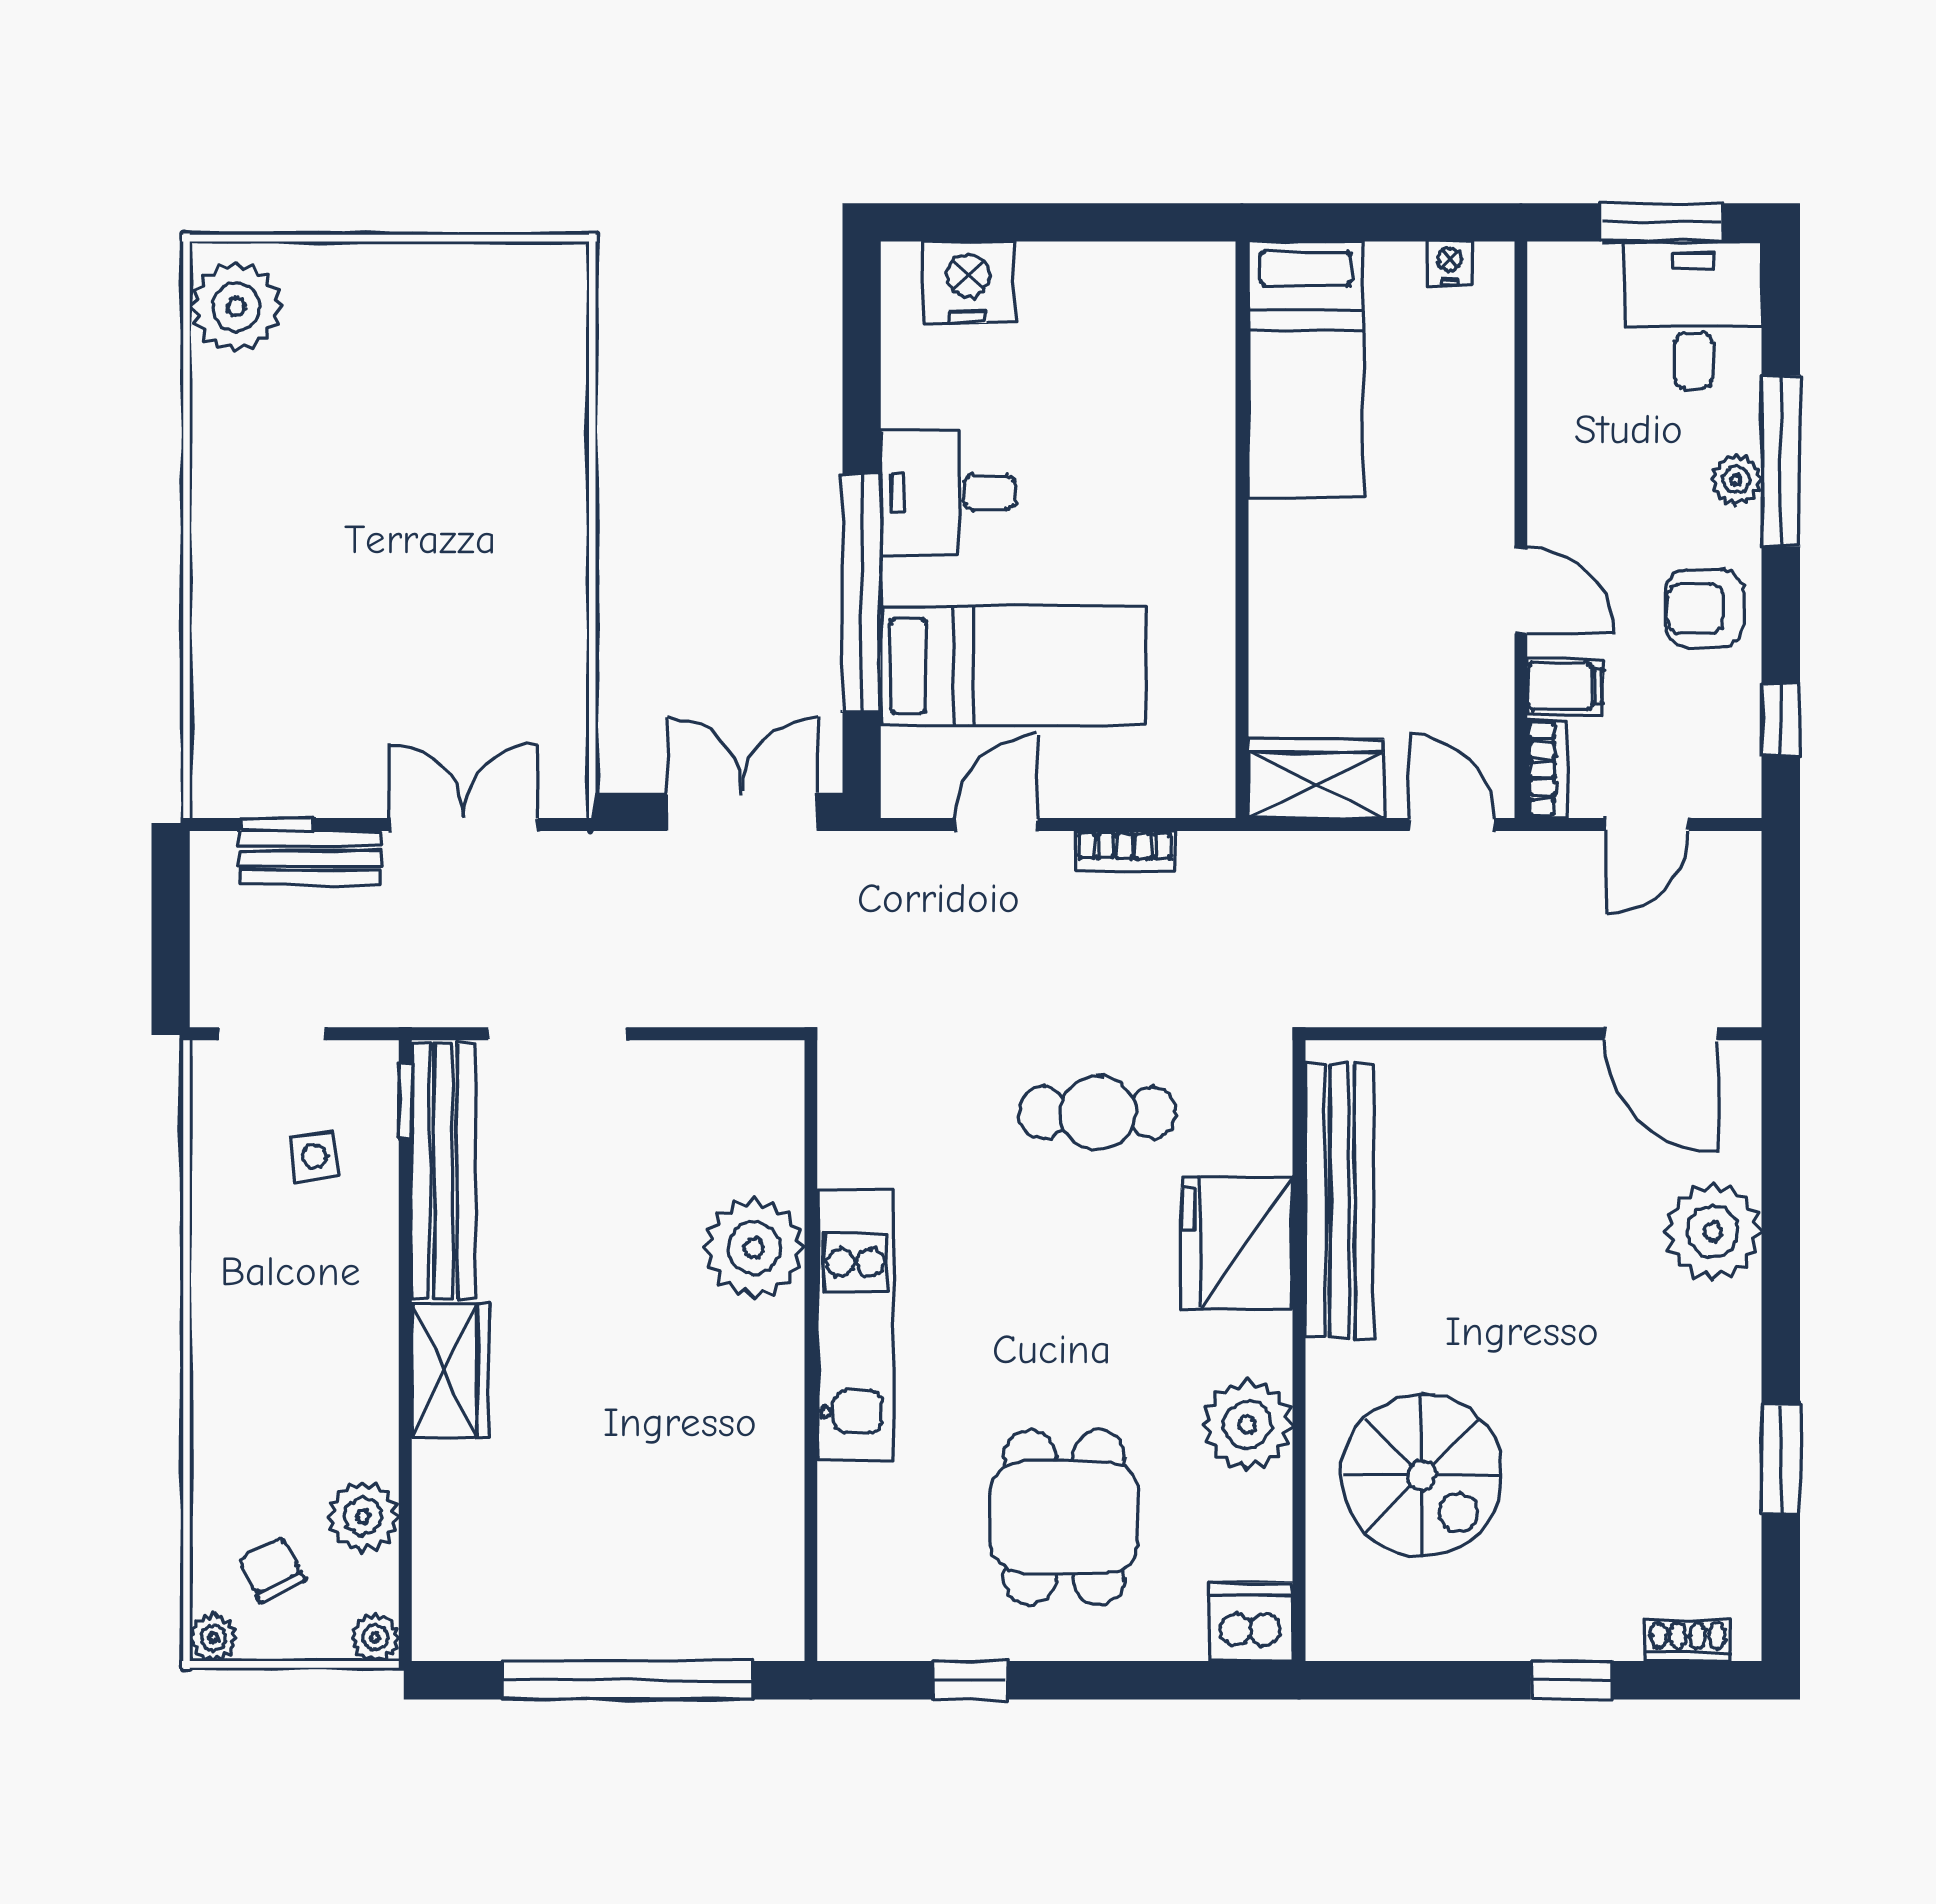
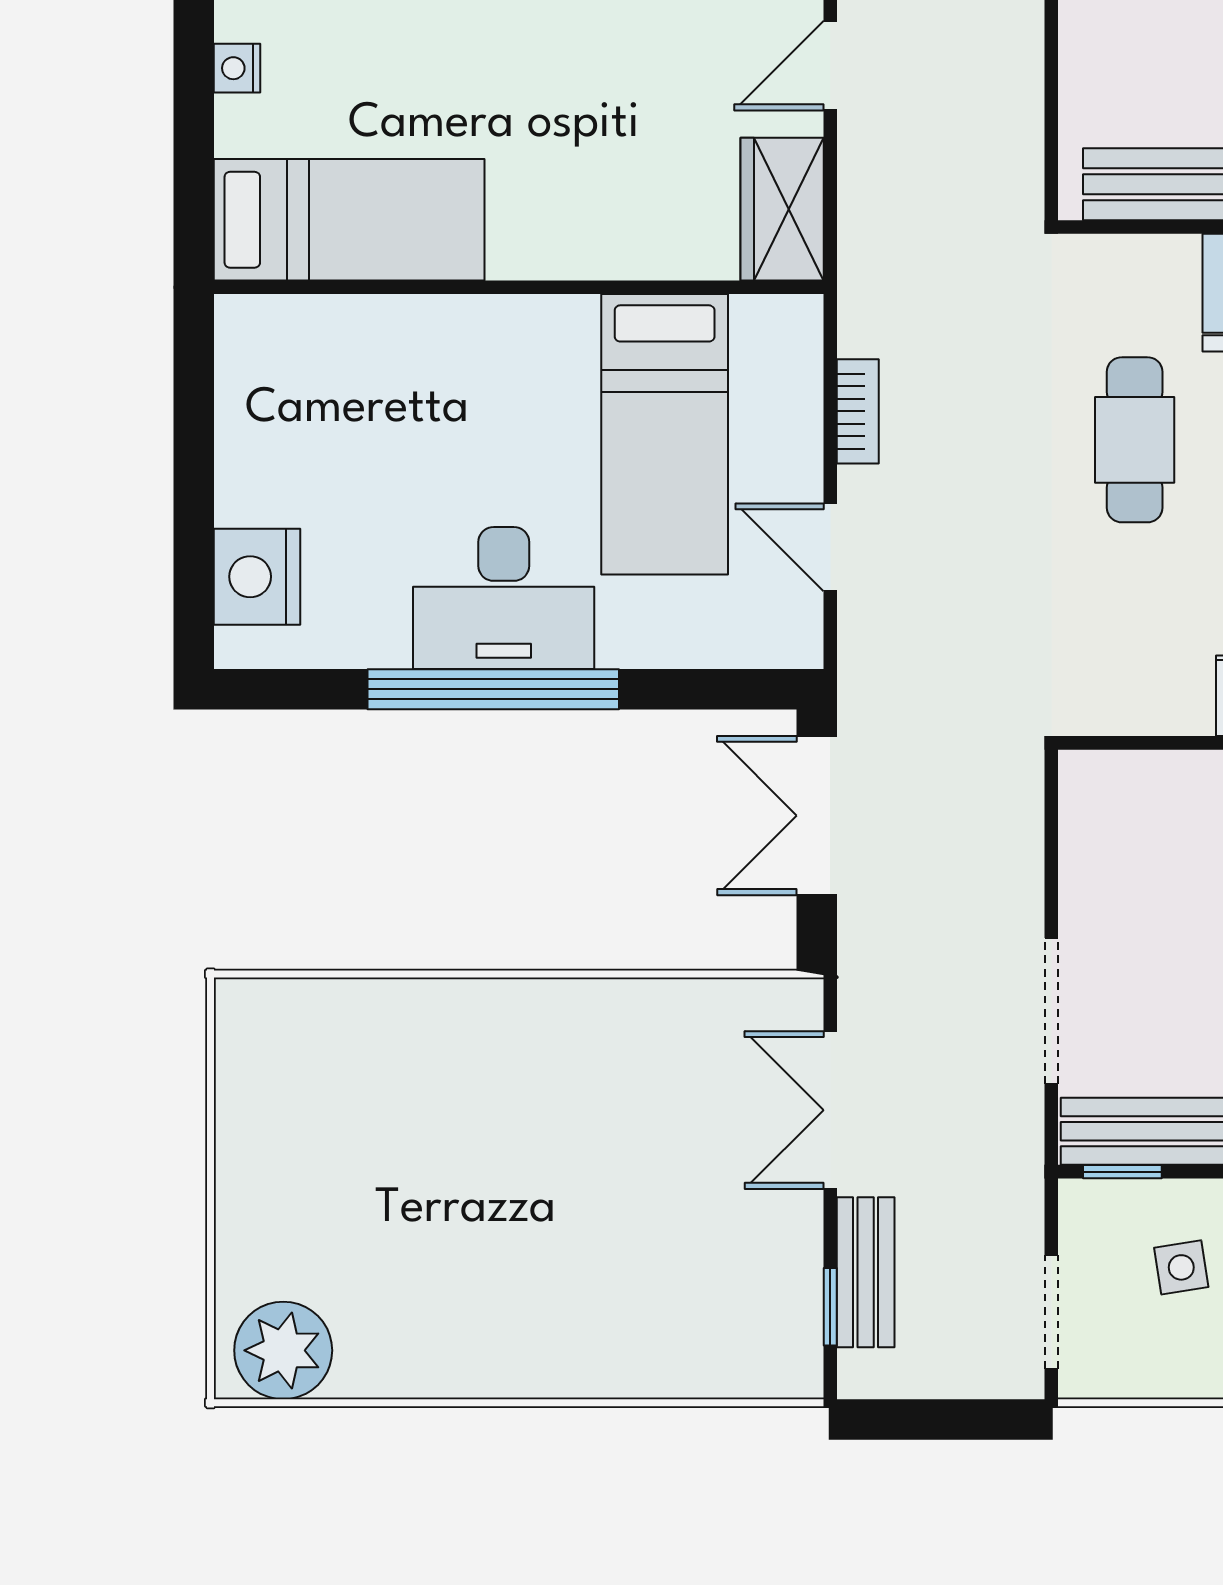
desk: (948, 492) -> (504, 598), width x1.37
window: (862, 593) -> (493, 689), moved
bed: (1013, 666) -> (665, 434), moved, turned 180

